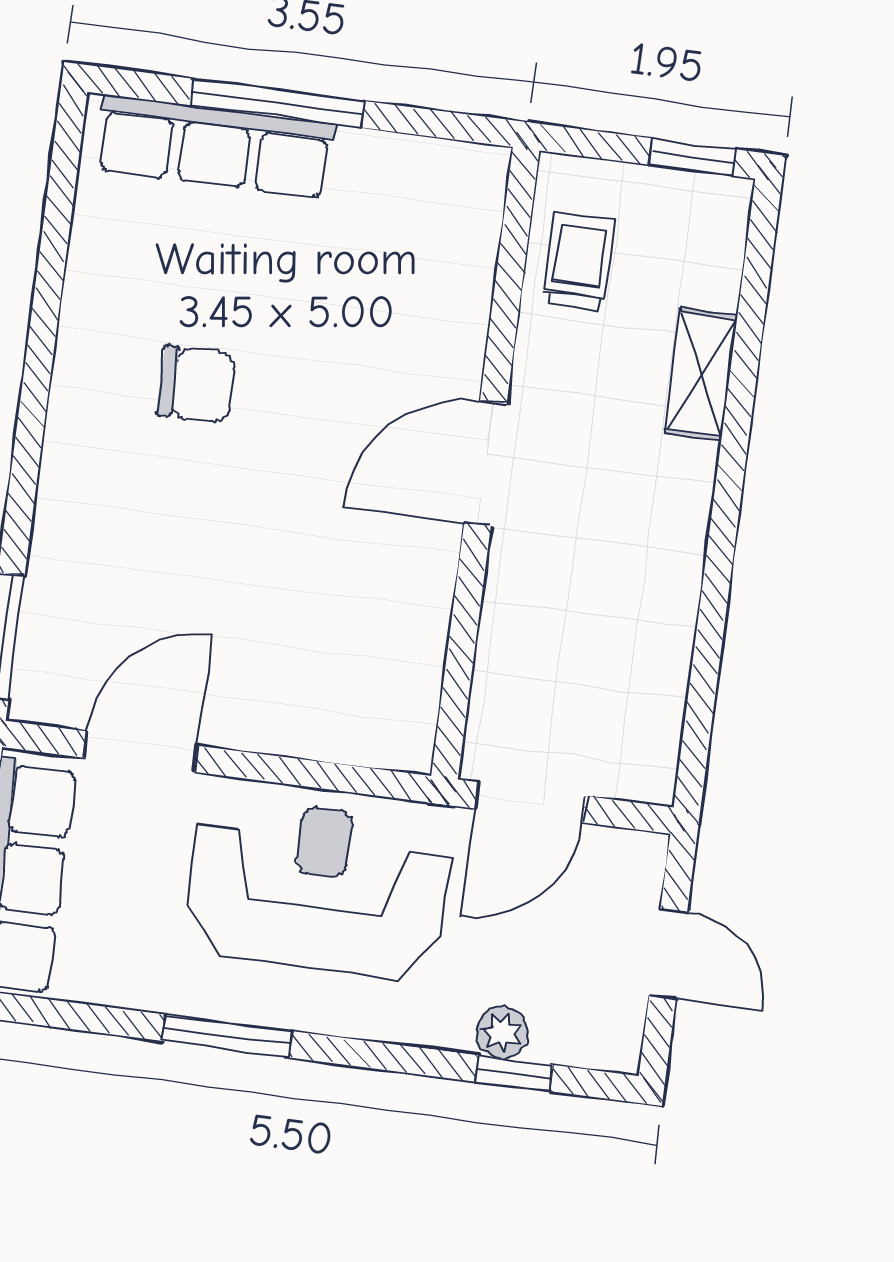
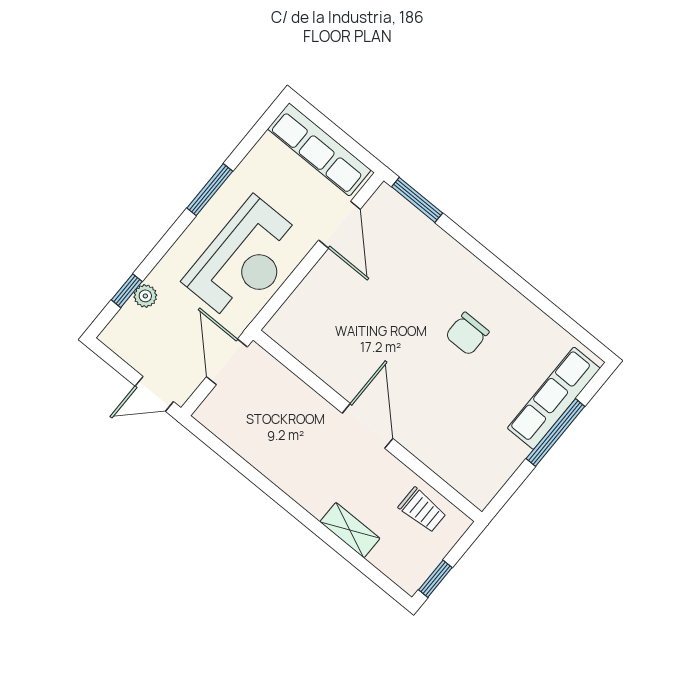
door: (668, 954) -> (154, 394), moved

